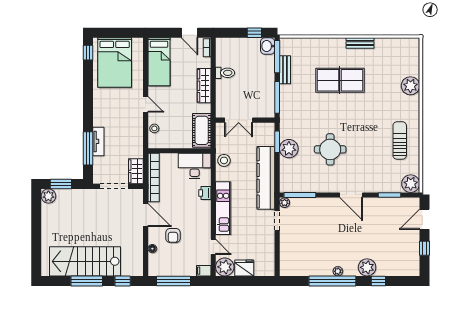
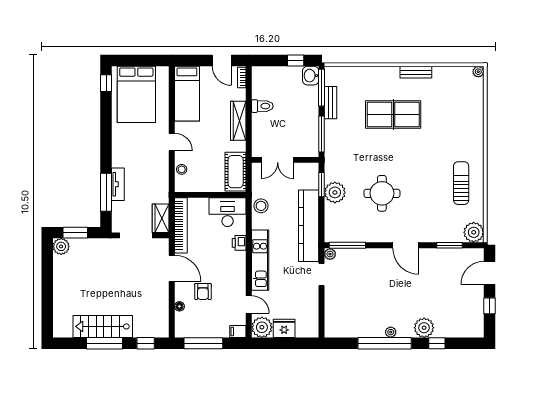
plant: (410, 86) -> (478, 72), moved, width x0.53, depth x0.53
stairs: (85, 261) -> (103, 326), width x0.73, depth x0.66

